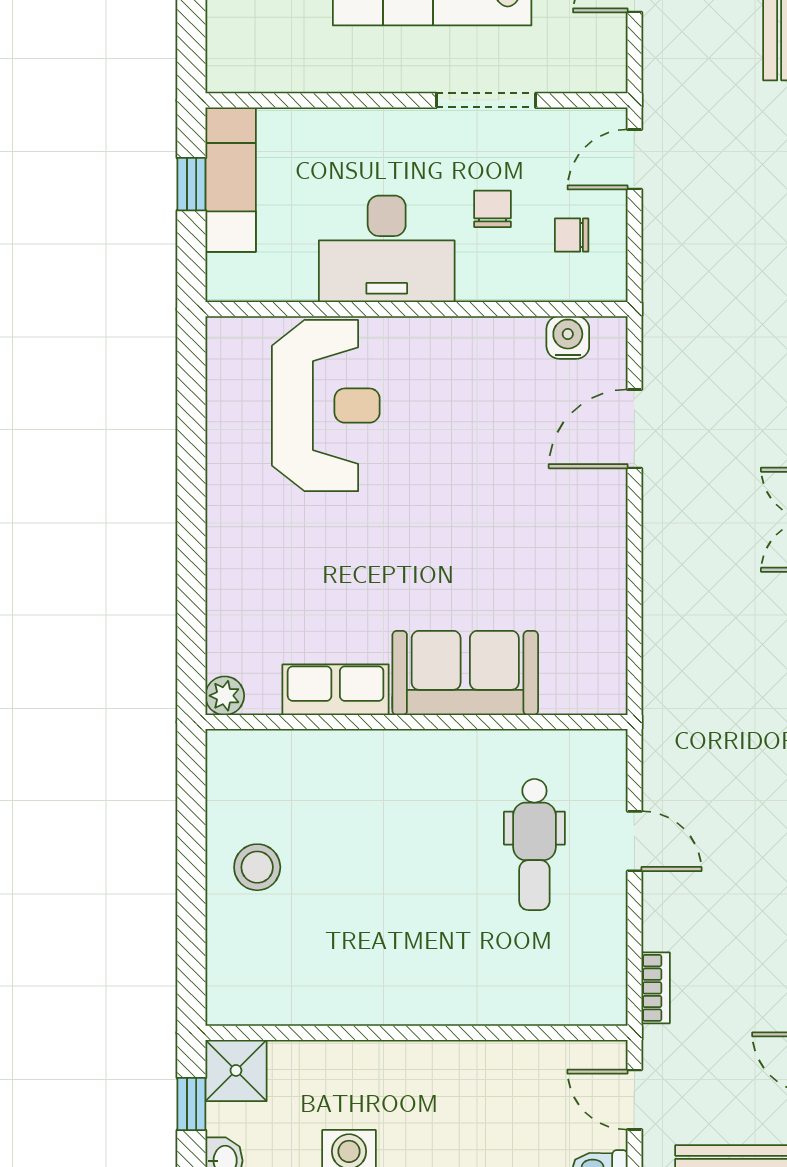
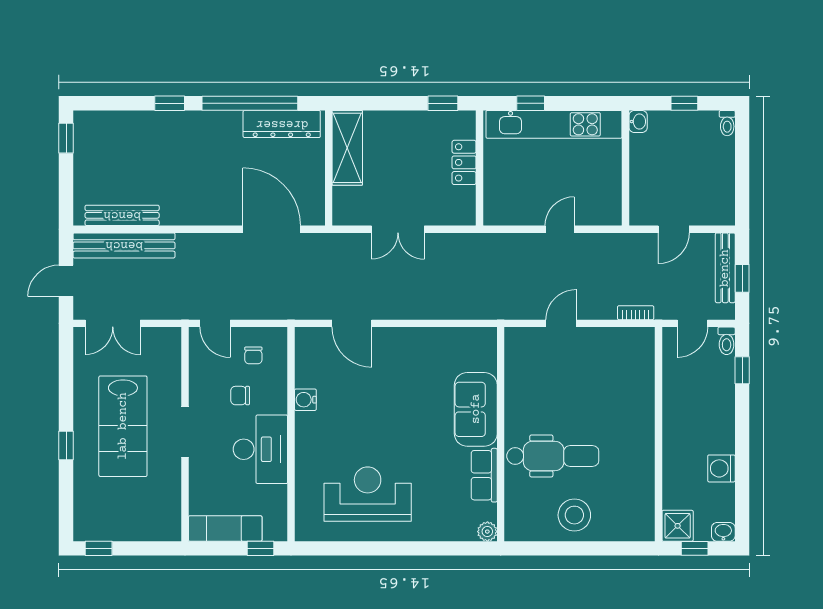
doorway: (486, 100) -> (185, 432), moved
window: (191, 184) -> (260, 548), moved
water cooler: (568, 337) -> (305, 400), moved
reception desk: (326, 406) -> (368, 494), moved
dental chair: (534, 845) -> (553, 456), moved, width x1.36, depth x1.38
stool: (257, 867) -> (574, 515), width x1.38, depth x1.38

